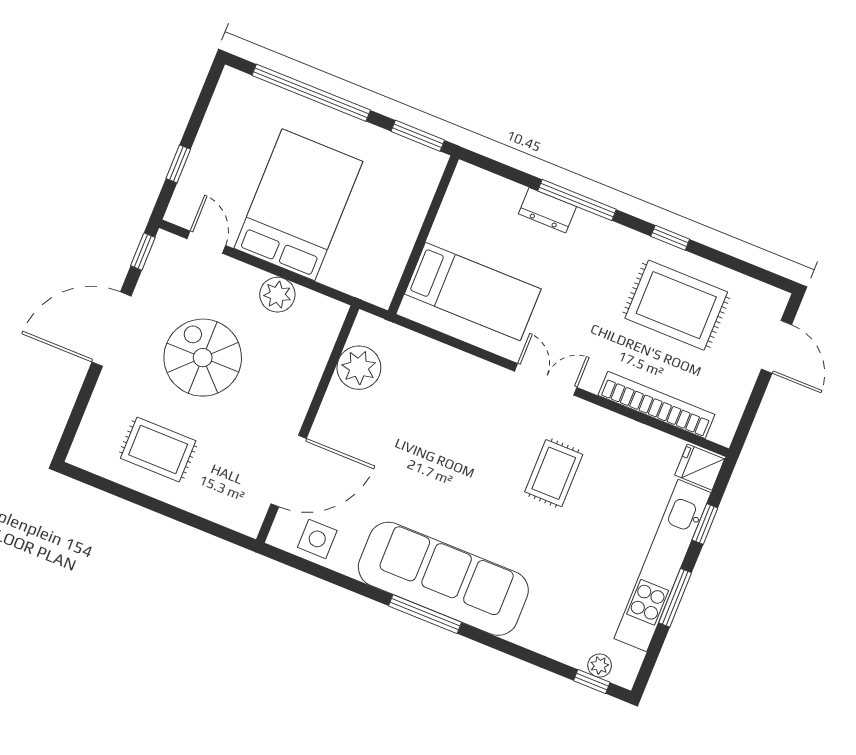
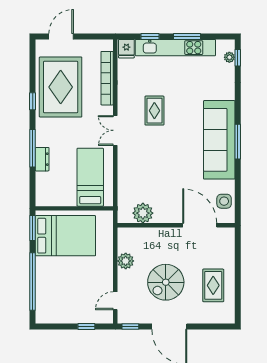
bed: (298, 205) -> (65, 236), moved, turned 180
rug: (676, 305) -> (61, 87), width x1.37, depth x1.44
rug: (554, 473) -> (154, 111), turned 90

